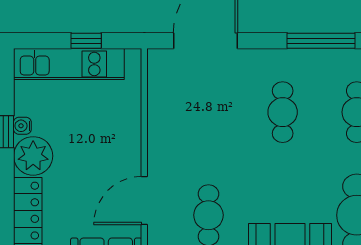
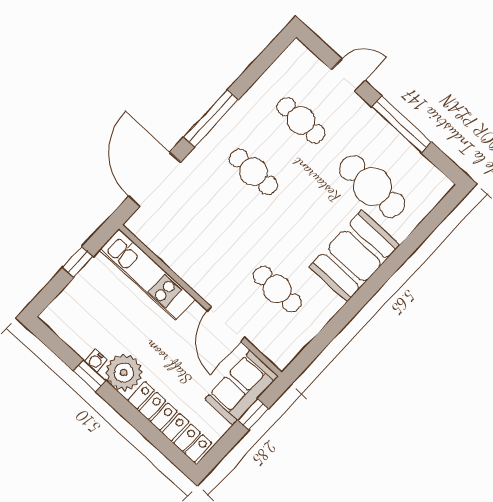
window: (321, 41) -> (211, 118), moved
kitchen unit: (69, 64) -> (147, 275), moved, turned 90

